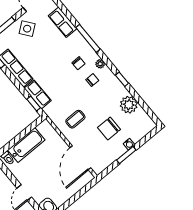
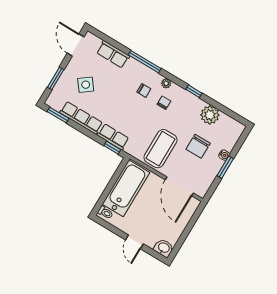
side table: (27, 29) -> (86, 85), moved
coffee table: (75, 119) -> (161, 149), width x1.86, depth x1.72
bathtub: (26, 145) -> (126, 188), width x1.36, depth x1.36

